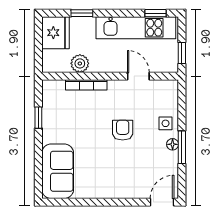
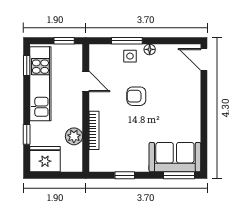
door: (138, 76) -> (86, 81), swing flipped
window: (182, 147) -> (127, 41), moved
window: (38, 176) -> (179, 175), added

